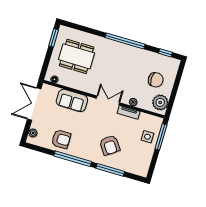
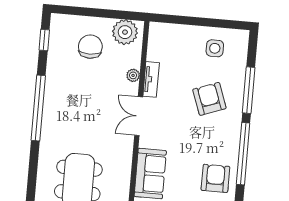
side table: (147, 137) -> (215, 48), moved
window: (161, 137) -> (180, 20), removed
armchair: (110, 145) -> (209, 99), turned -75

